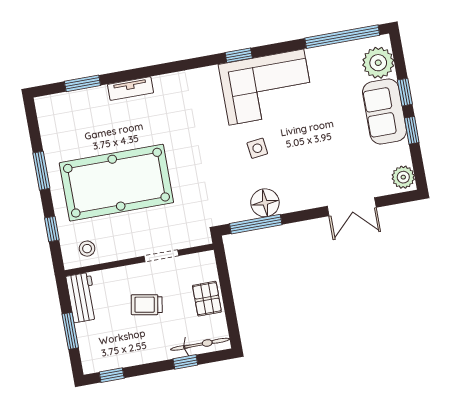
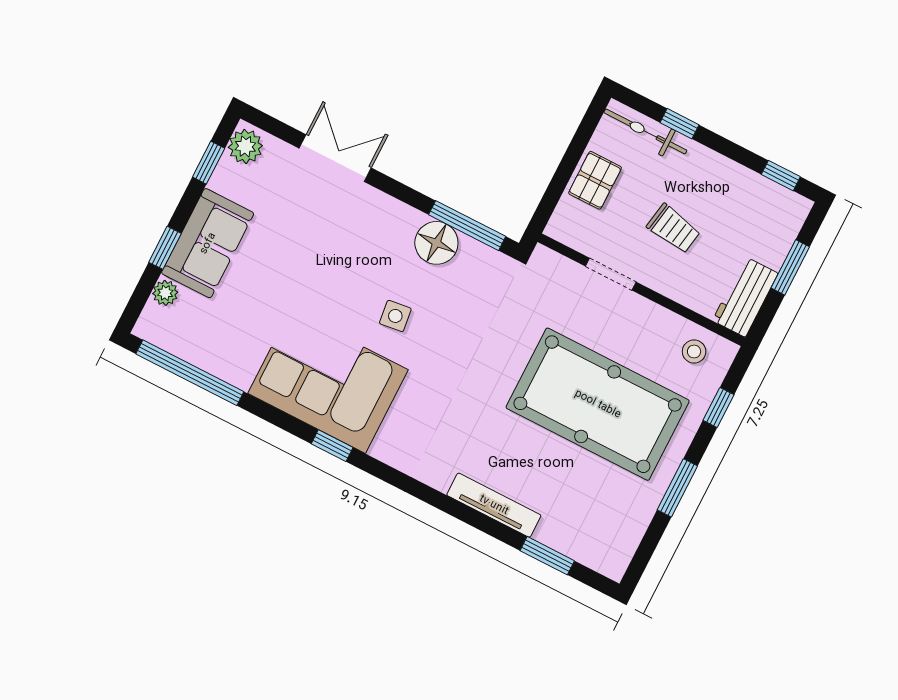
plant: (378, 63) -> (165, 293), width x0.53, depth x0.53
tv unit: (130, 89) -> (494, 505), width x1.41
window: (412, 130) -> (209, 163), moved

